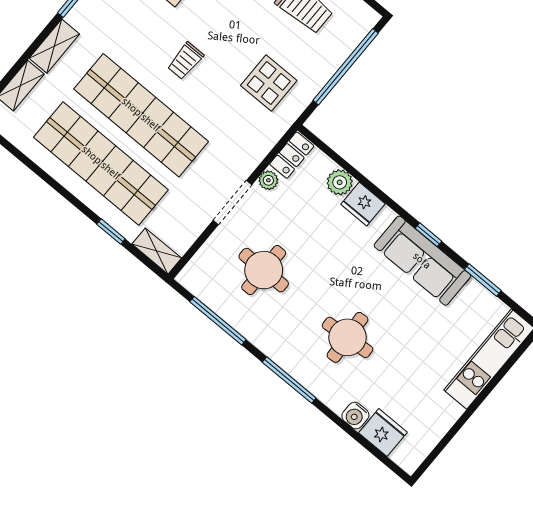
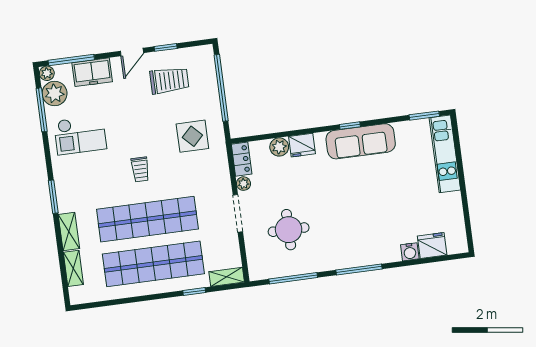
window: (483, 280) -> (424, 116), moved
round table: (347, 337) -> (365, 218), removed

